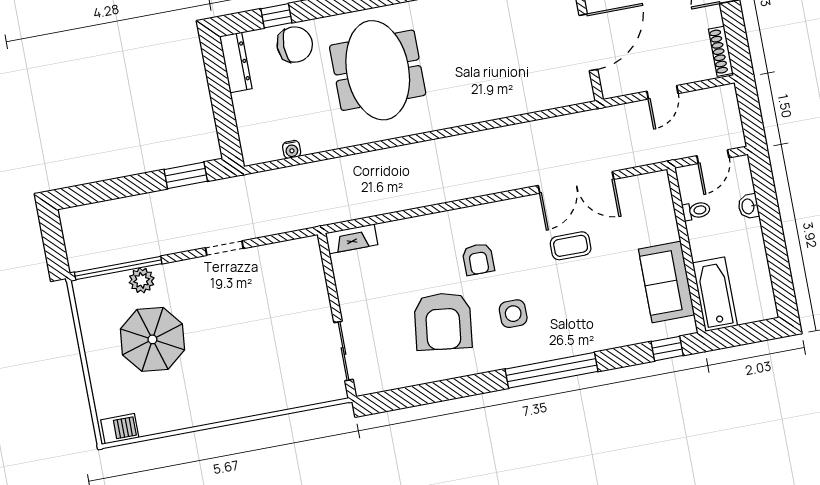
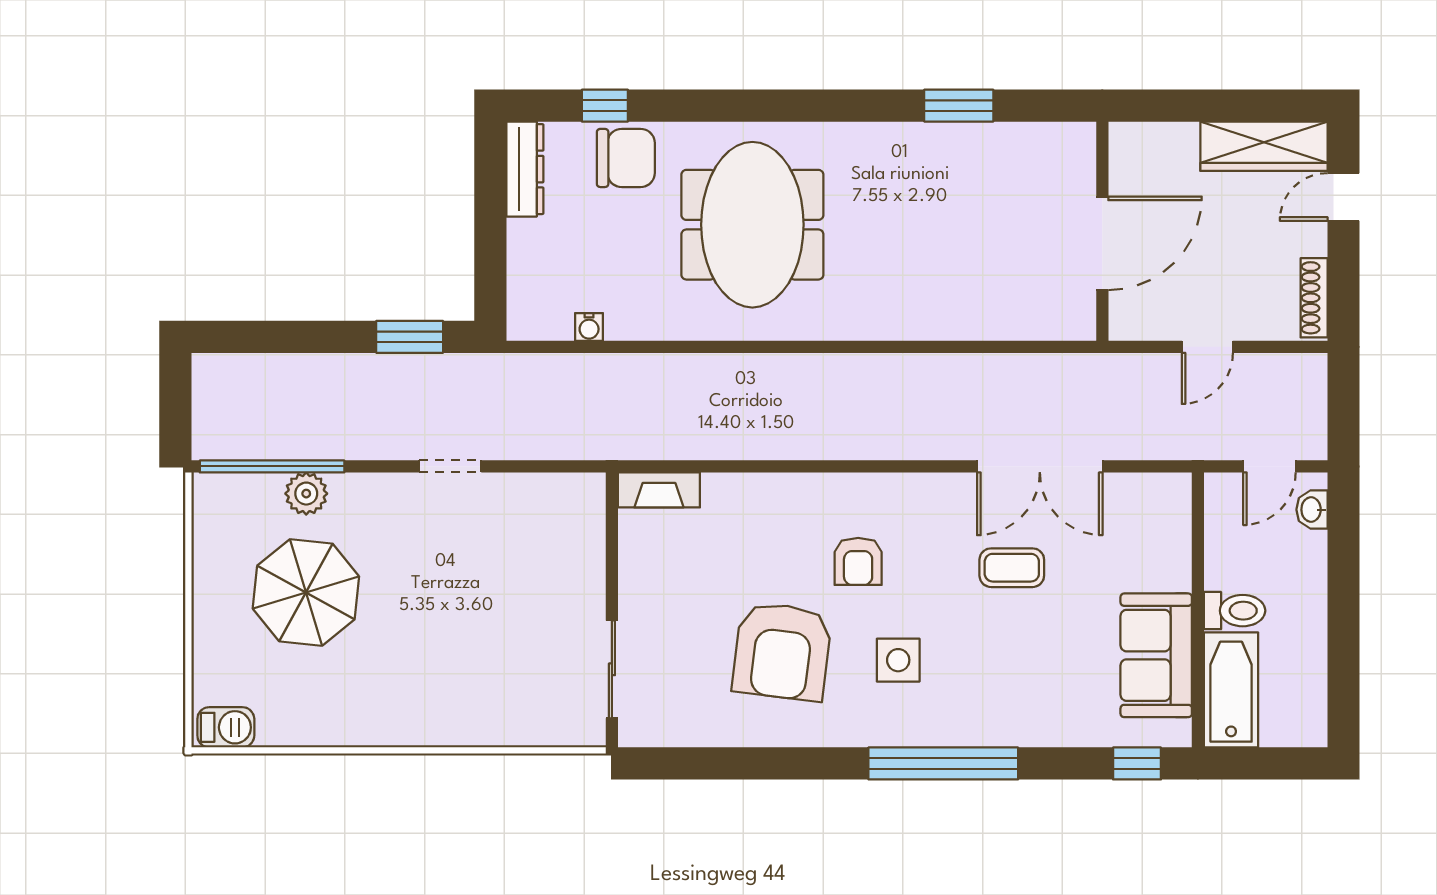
washbasin: (748, 206) -> (1312, 510), moved
toilet: (696, 211) -> (1235, 611), moved, width x1.37, depth x1.39

